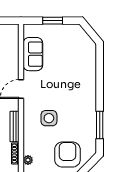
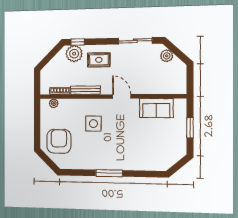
window: (100, 125) -> (109, 173), moved
armchair: (67, 155) -> (59, 141), turned -90

